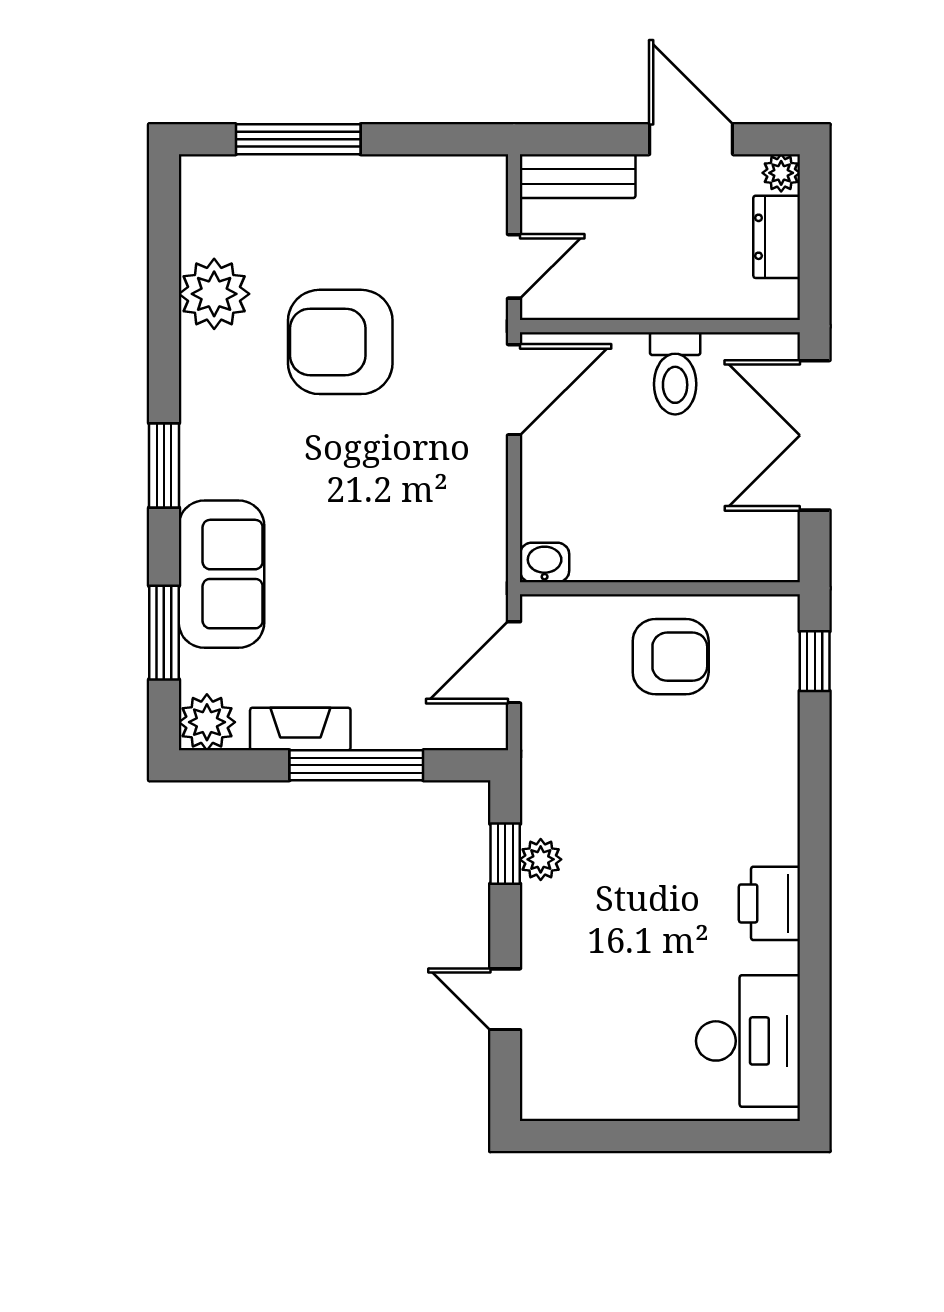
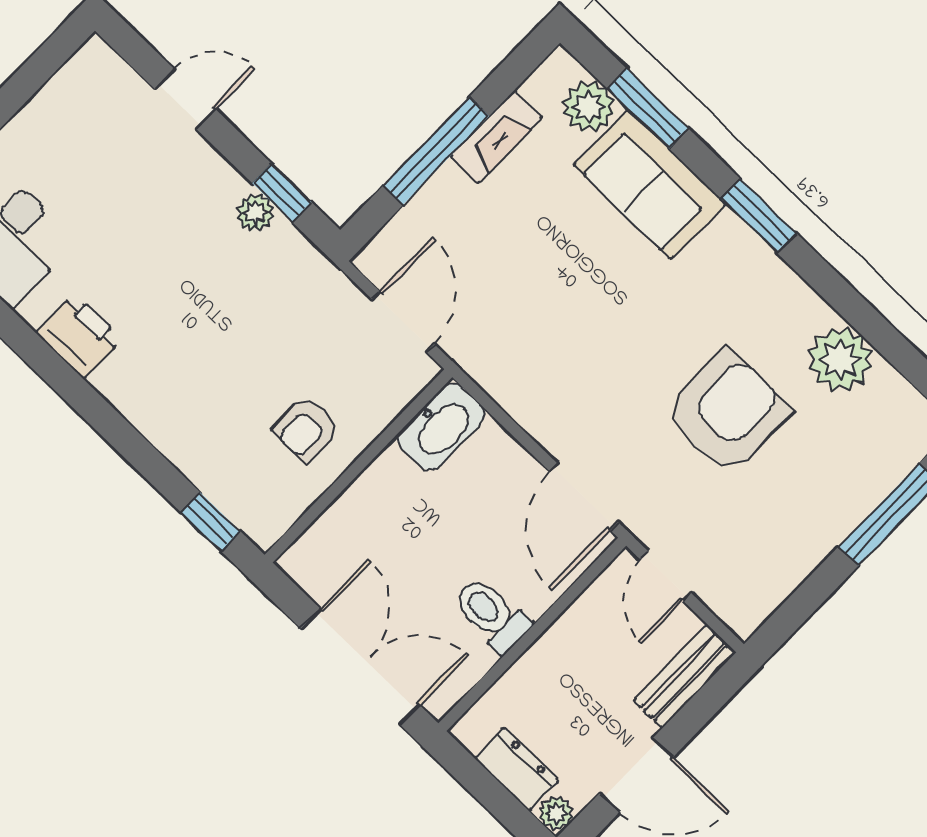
washbasin: (545, 562) -> (441, 427), width x1.91, depth x1.45
armchair: (671, 657) -> (306, 429), width x0.72, depth x0.72
plant: (207, 722) -> (589, 107), moved

